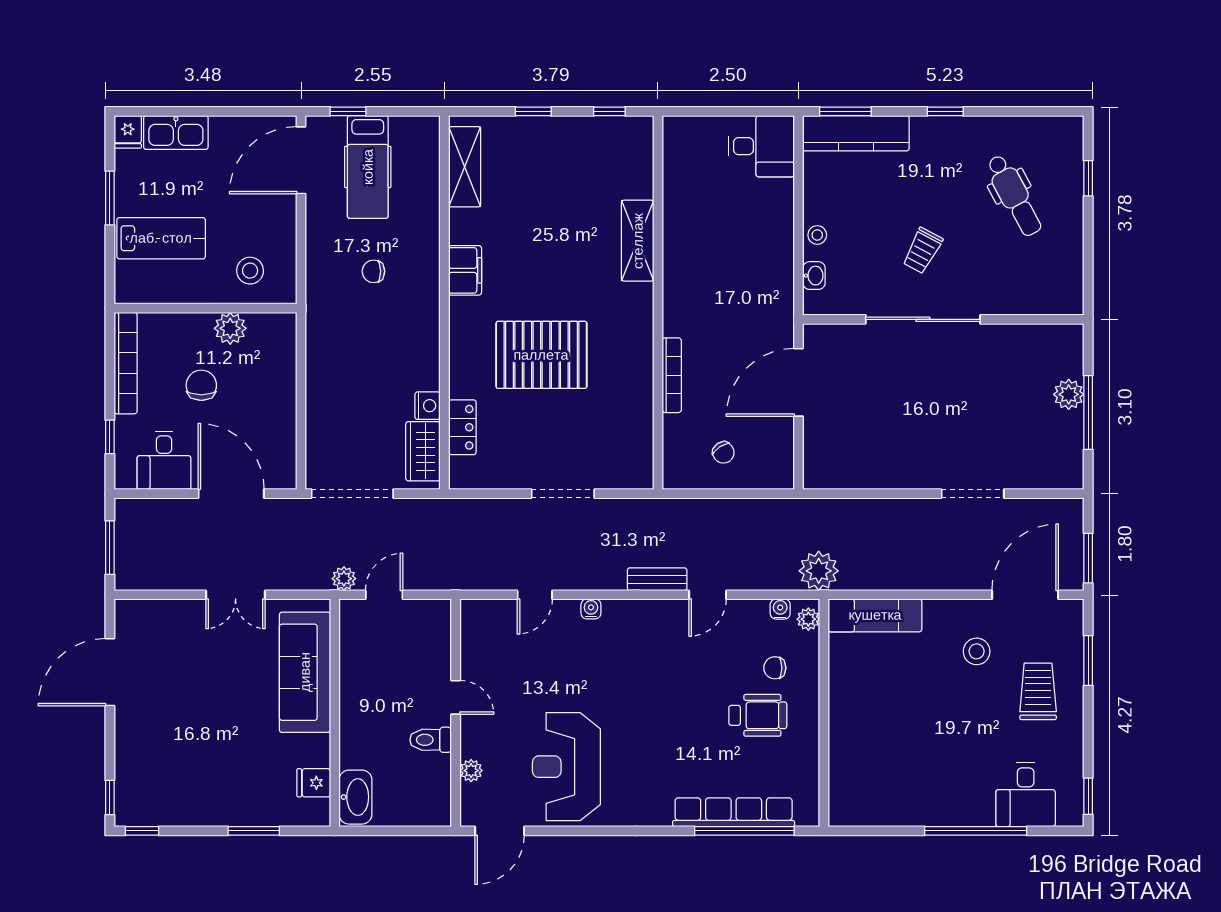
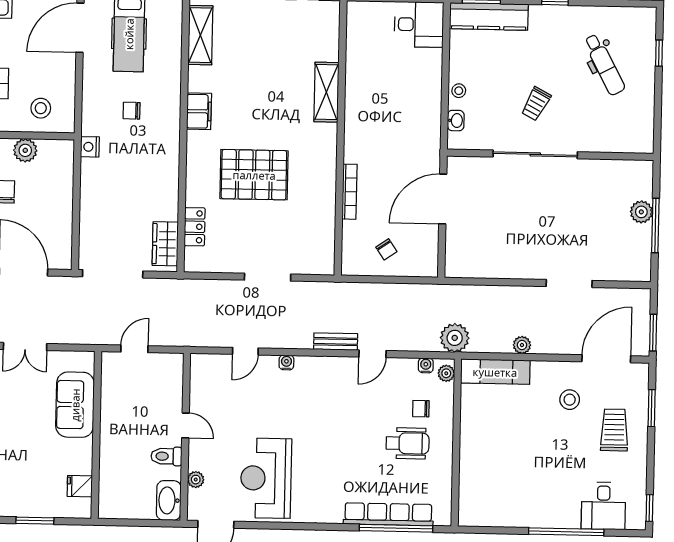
nightstand: (428, 406) -> (90, 147), moved, turned 180
plant: (344, 579) -> (522, 345), moved
sofa: (305, 672) -> (75, 405), width x0.73
washbasin: (355, 797) -> (169, 500), moved, turned 180

